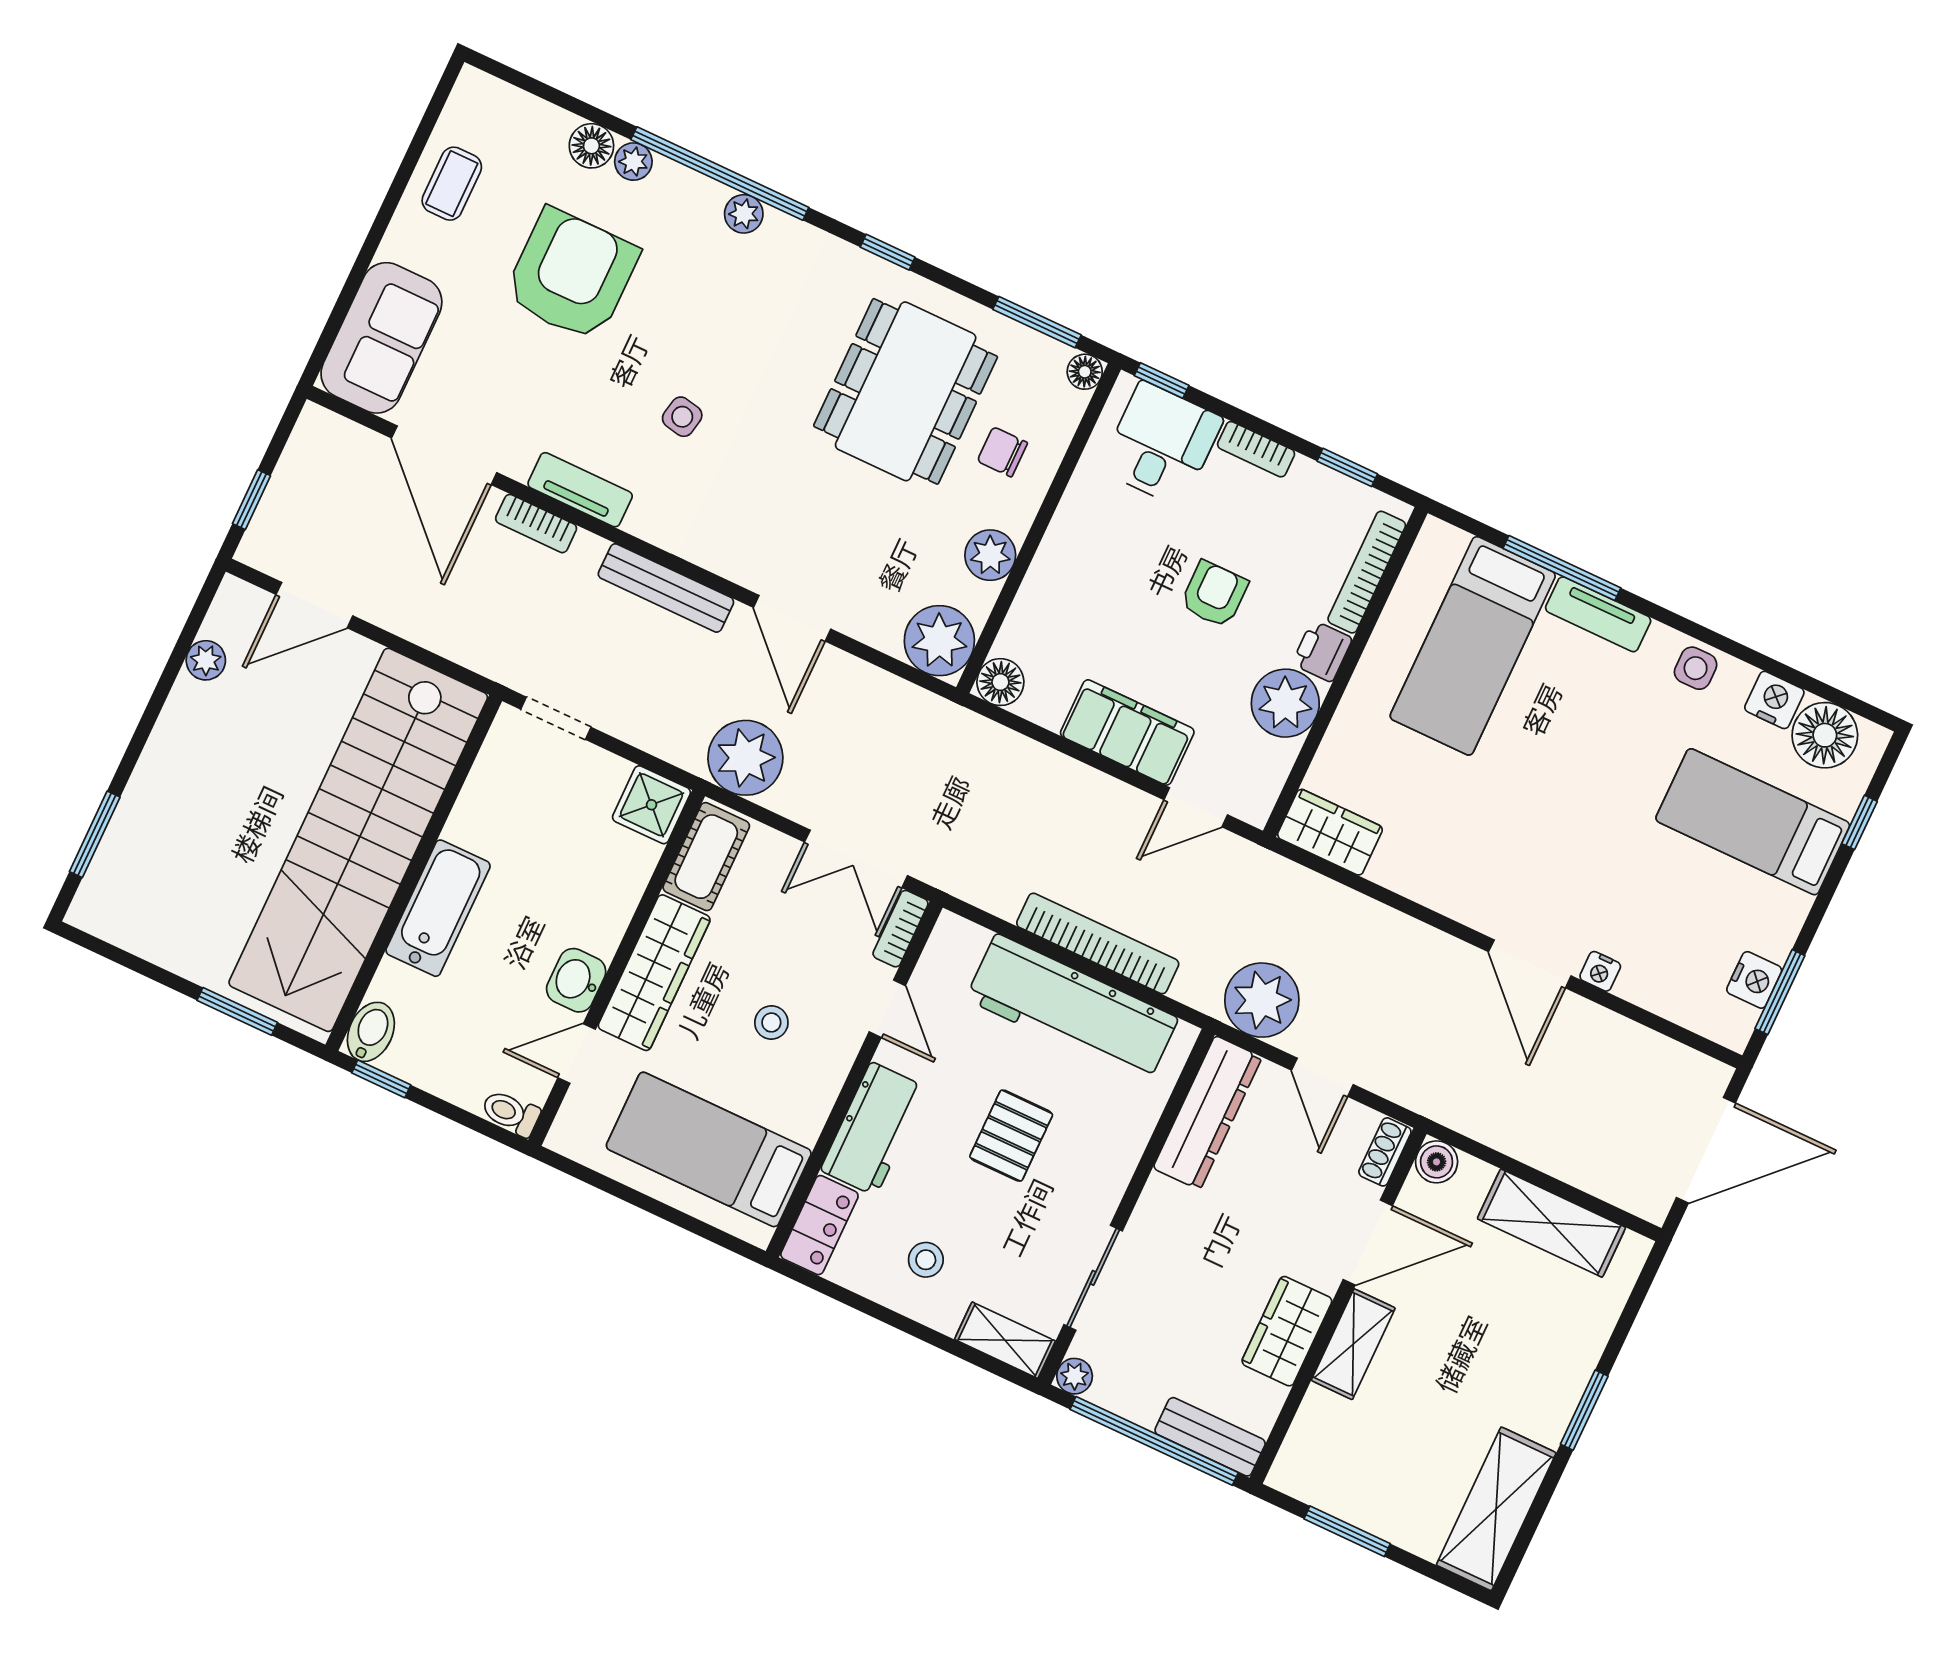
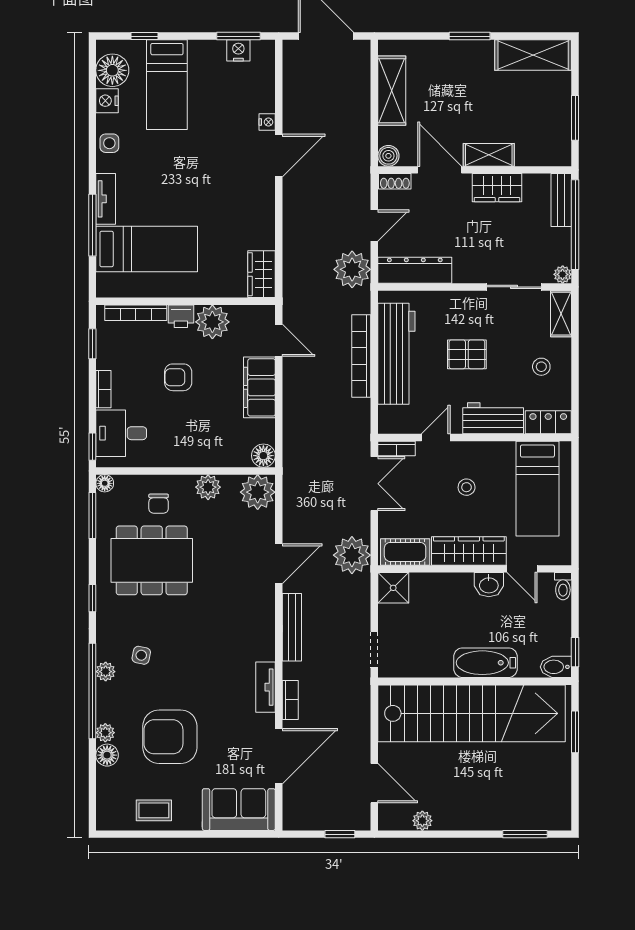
side table: (682, 417) -> (141, 655), moved

